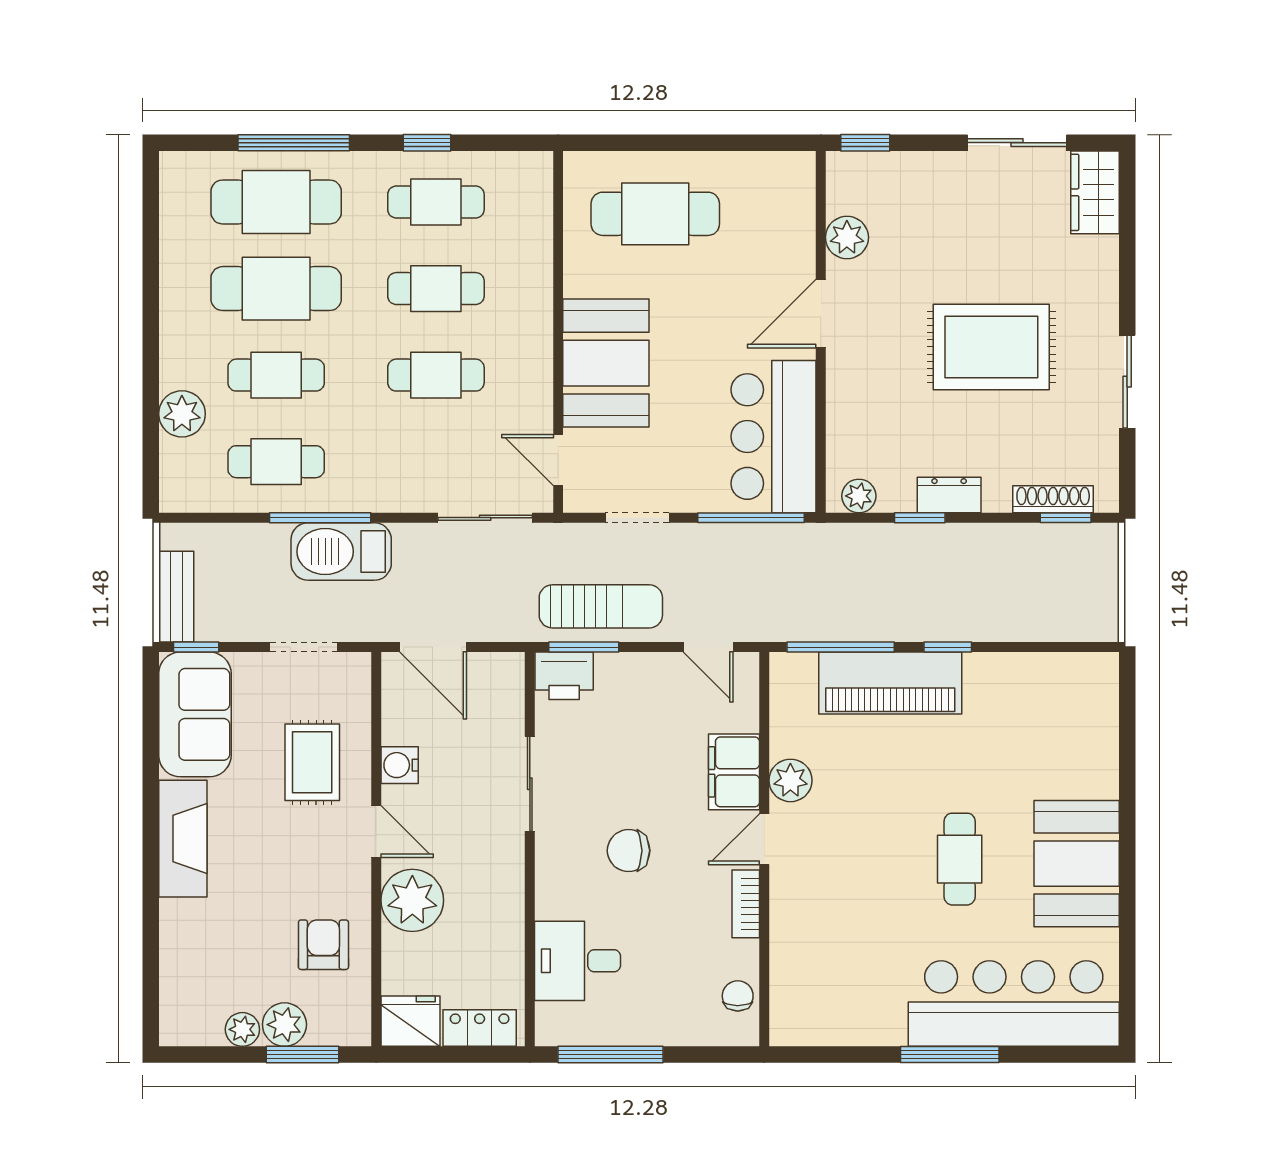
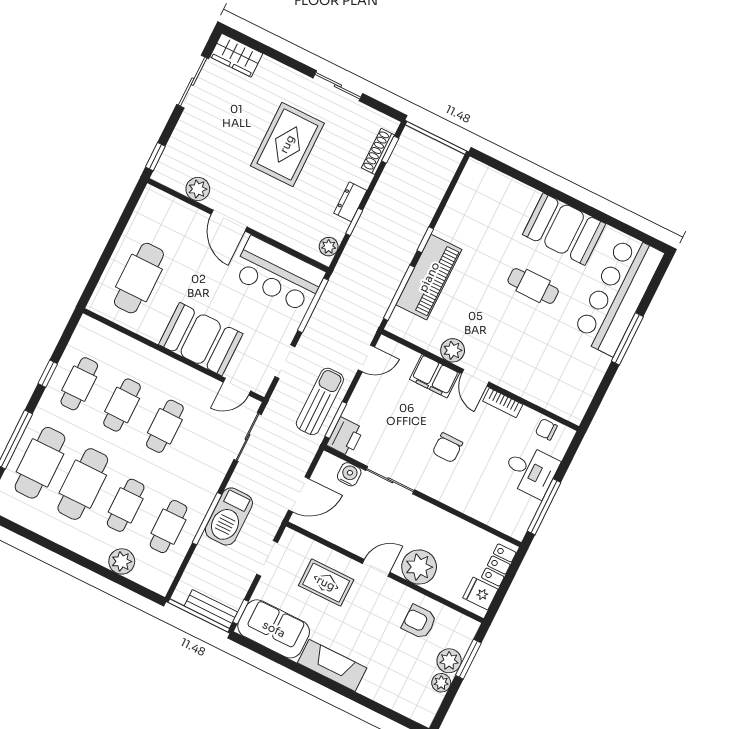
water cooler: (400, 765) -> (349, 474), moved, turned 180
desk: (578, 961) -> (530, 471), moved, turned -90
fridge: (410, 1021) -> (480, 593), width x0.72

